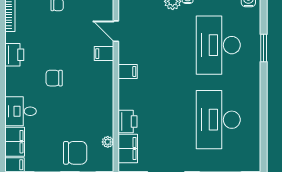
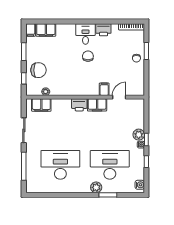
plant: (252, 66) -> (96, 187), added
filing cabinet: (128, 71) -> (97, 105), width x2.00
desk: (21, 111) -> (85, 34), moved
printer: (128, 121) -> (79, 105), moved
chair: (75, 153) -> (38, 70), turned -90

